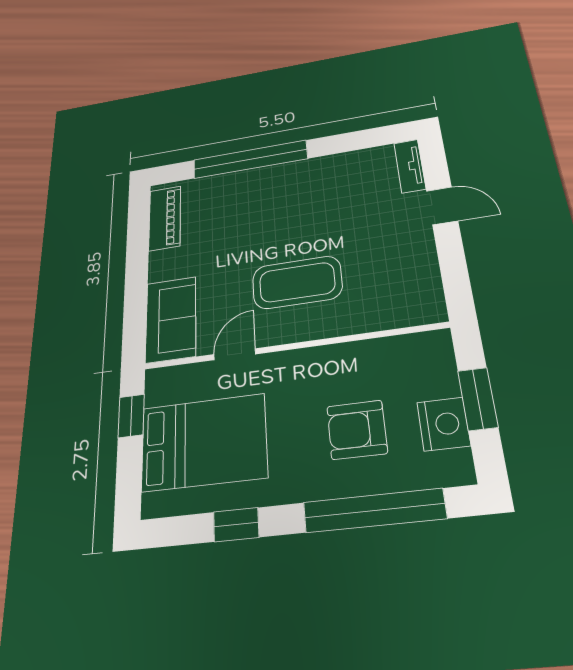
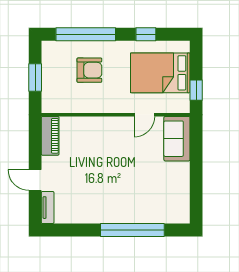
piano: (165, 218) -> (50, 136), moved, turned 180
coffee table: (297, 282) -> (111, 149), removed
nightstand: (444, 424) -> (51, 68), removed

